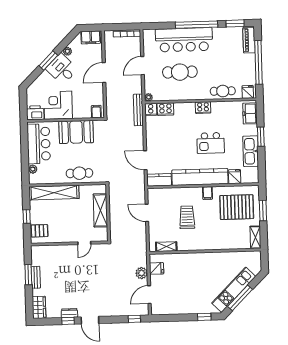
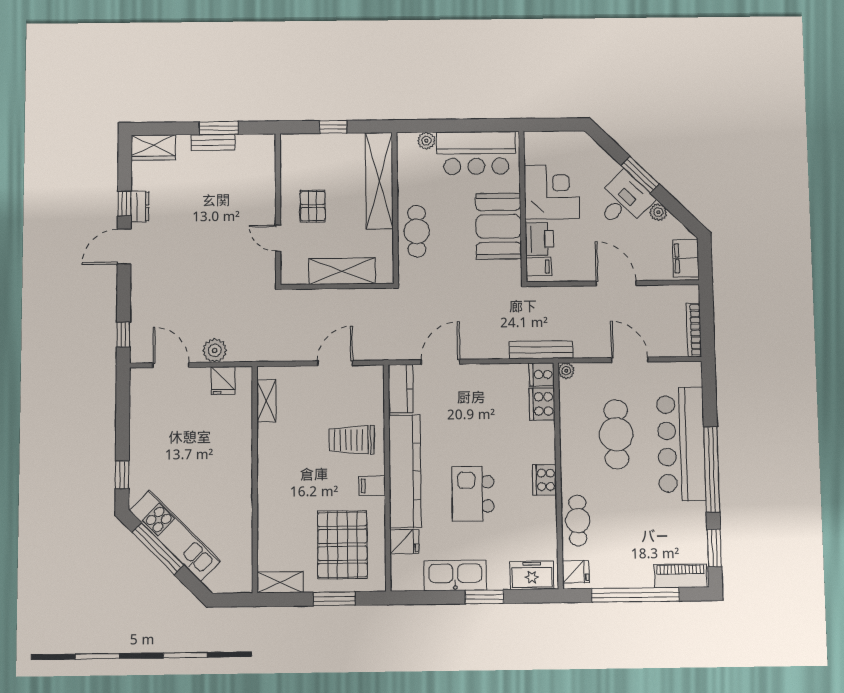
printer: (35, 113) -> (539, 239), moved
trolley: (187, 217) -> (352, 440), moved, turned 180
pallet: (39, 231) -> (313, 206), moved

